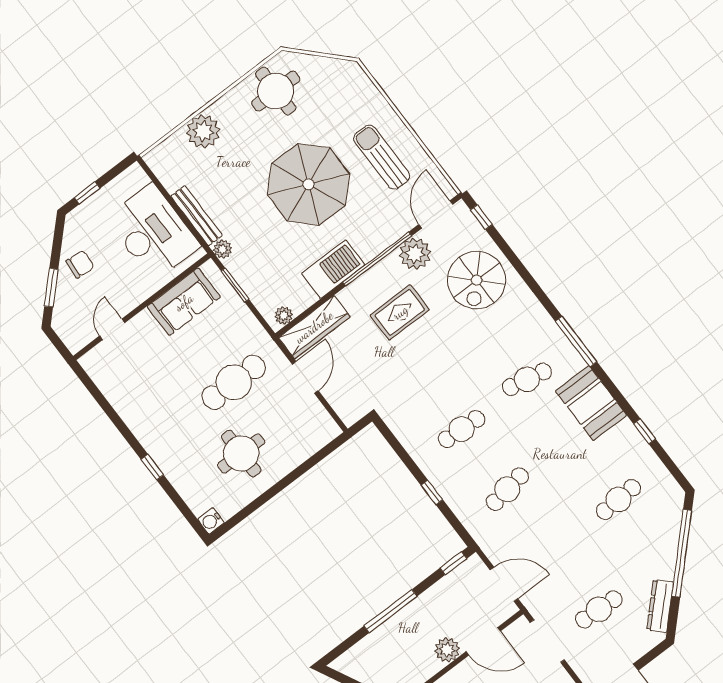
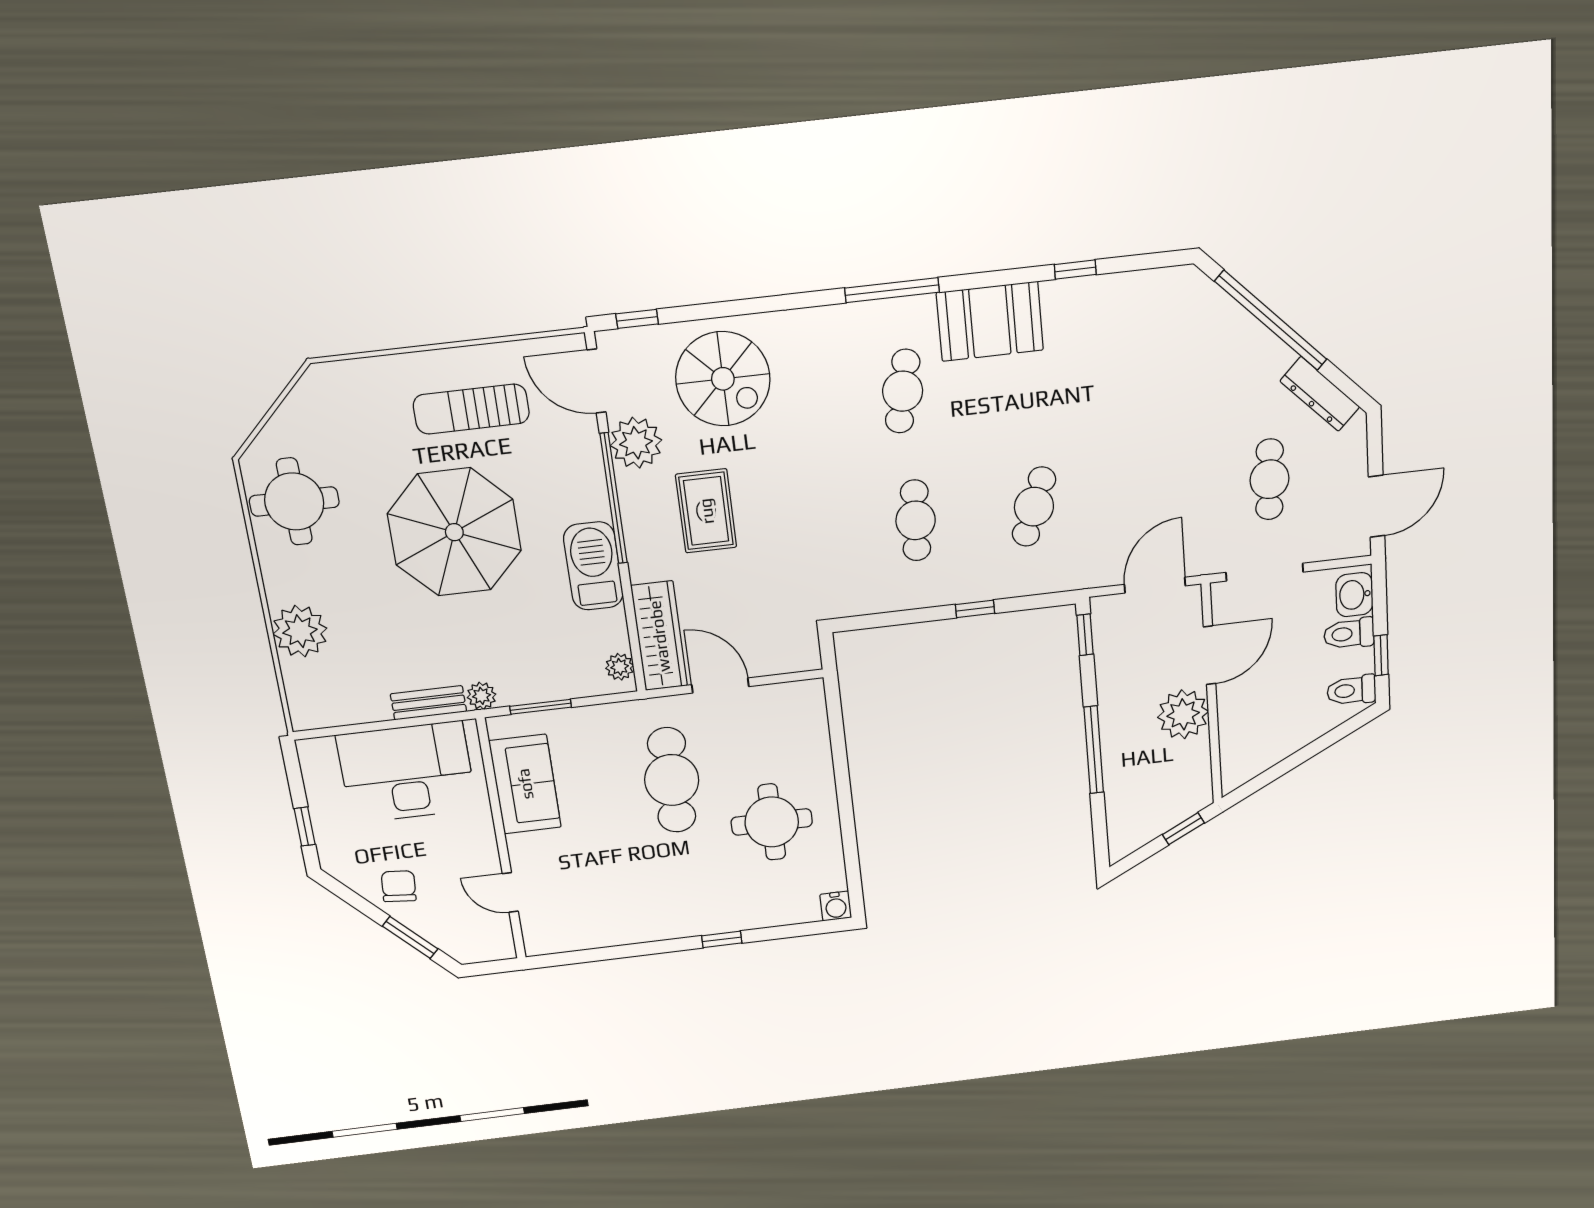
bench: (196, 216) -> (428, 703), width x0.73
cafe table: (507, 489) -> (1034, 507), turned 30
cafe table: (618, 499) -> (1144, 364), removed
plant: (447, 650) -> (1183, 714), width x1.36, depth x1.36

